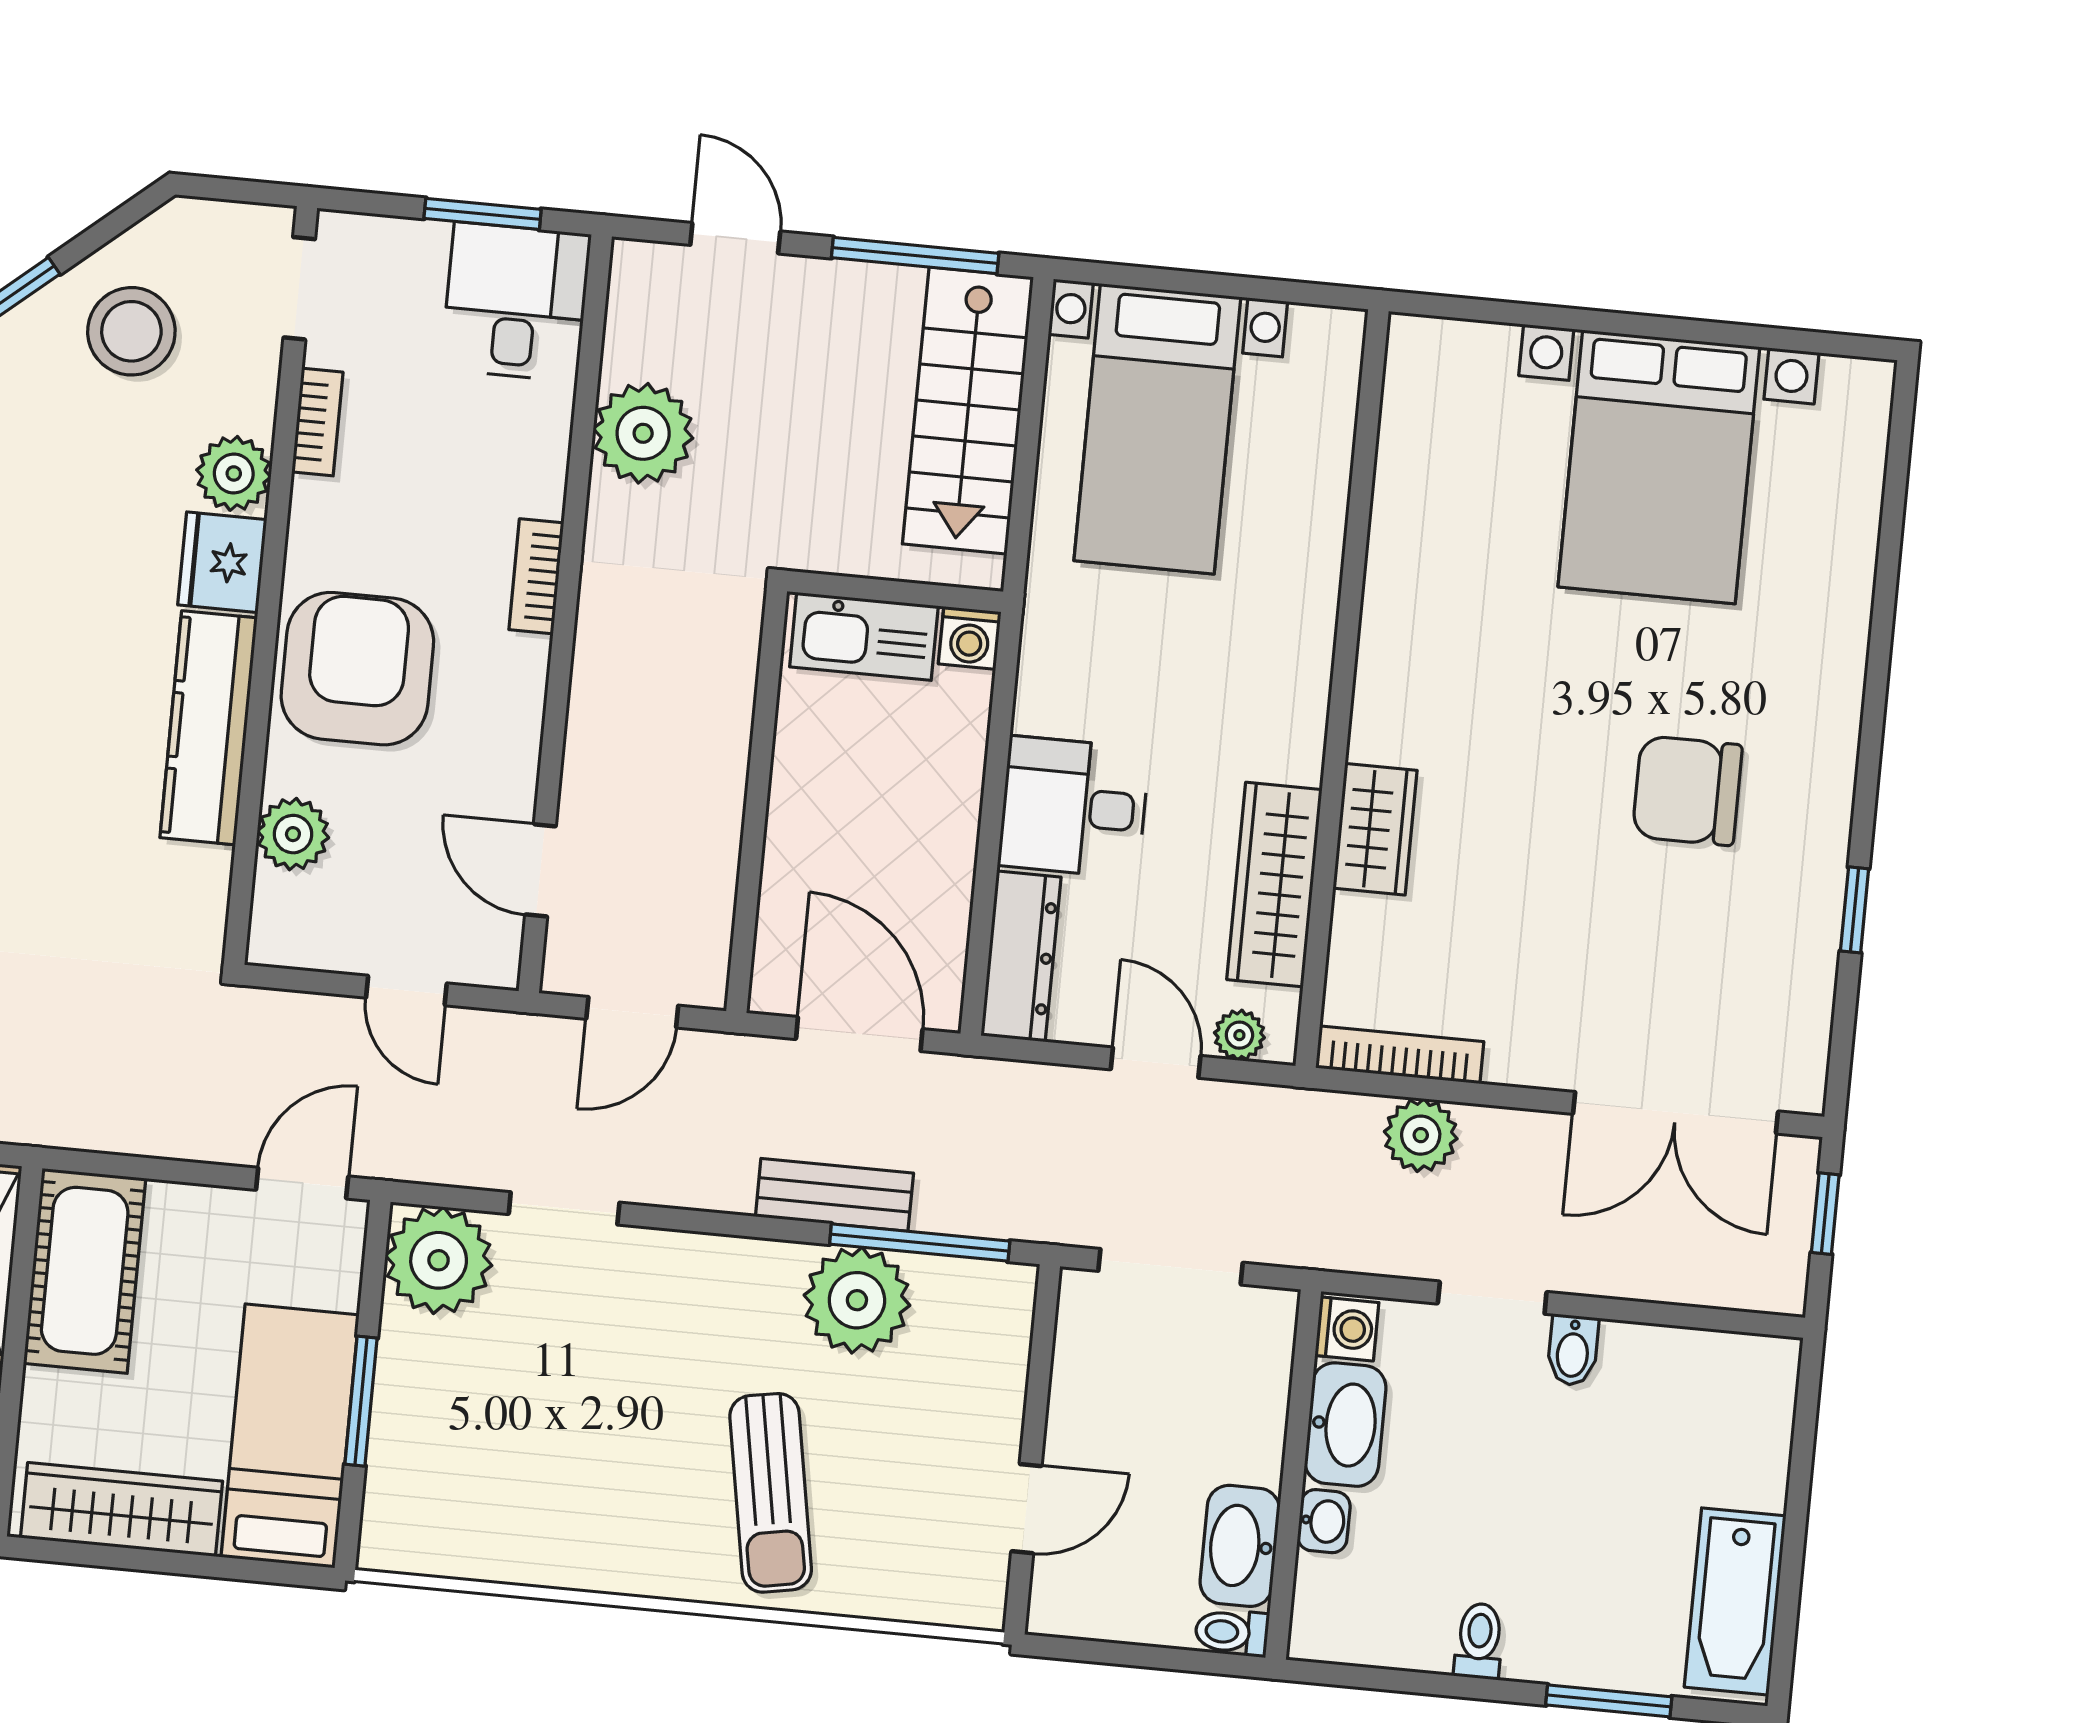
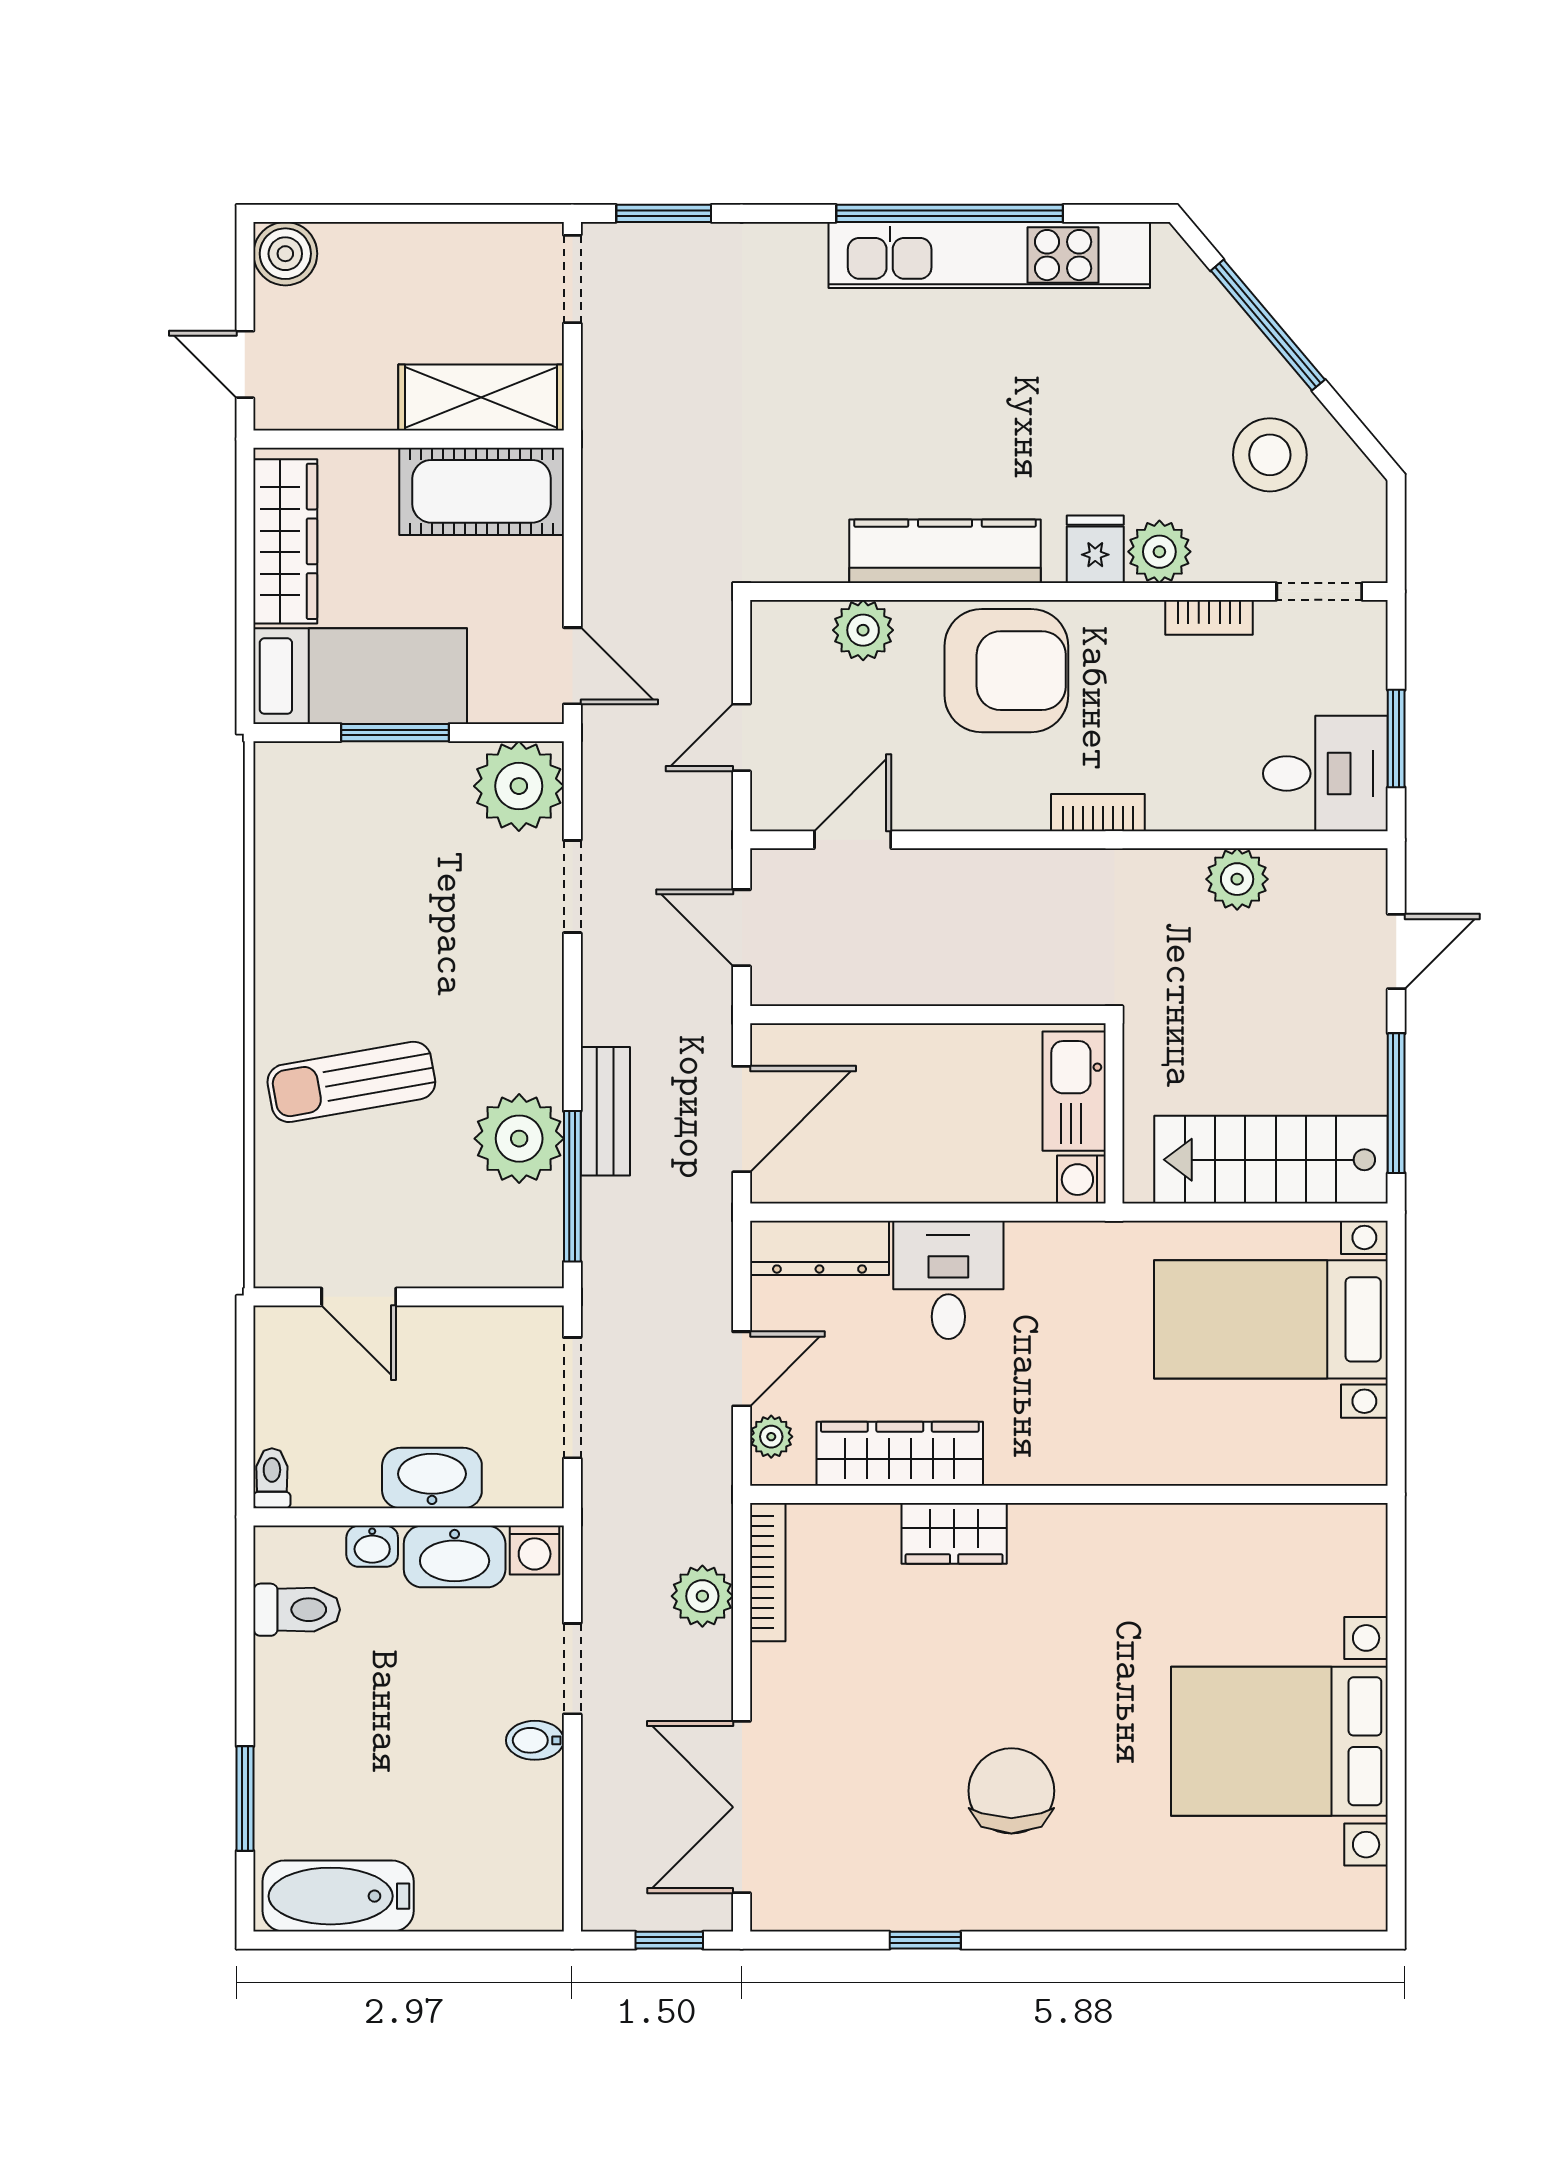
plant: (643, 433) -> (1237, 879), width x0.73, depth x0.73
fridge: (222, 562) -> (1095, 549), width x0.72
washbasin: (1240, 1546) -> (432, 1478), moved
toilet: (1479, 1641) -> (297, 1610), moved, width x1.37, depth x1.39

